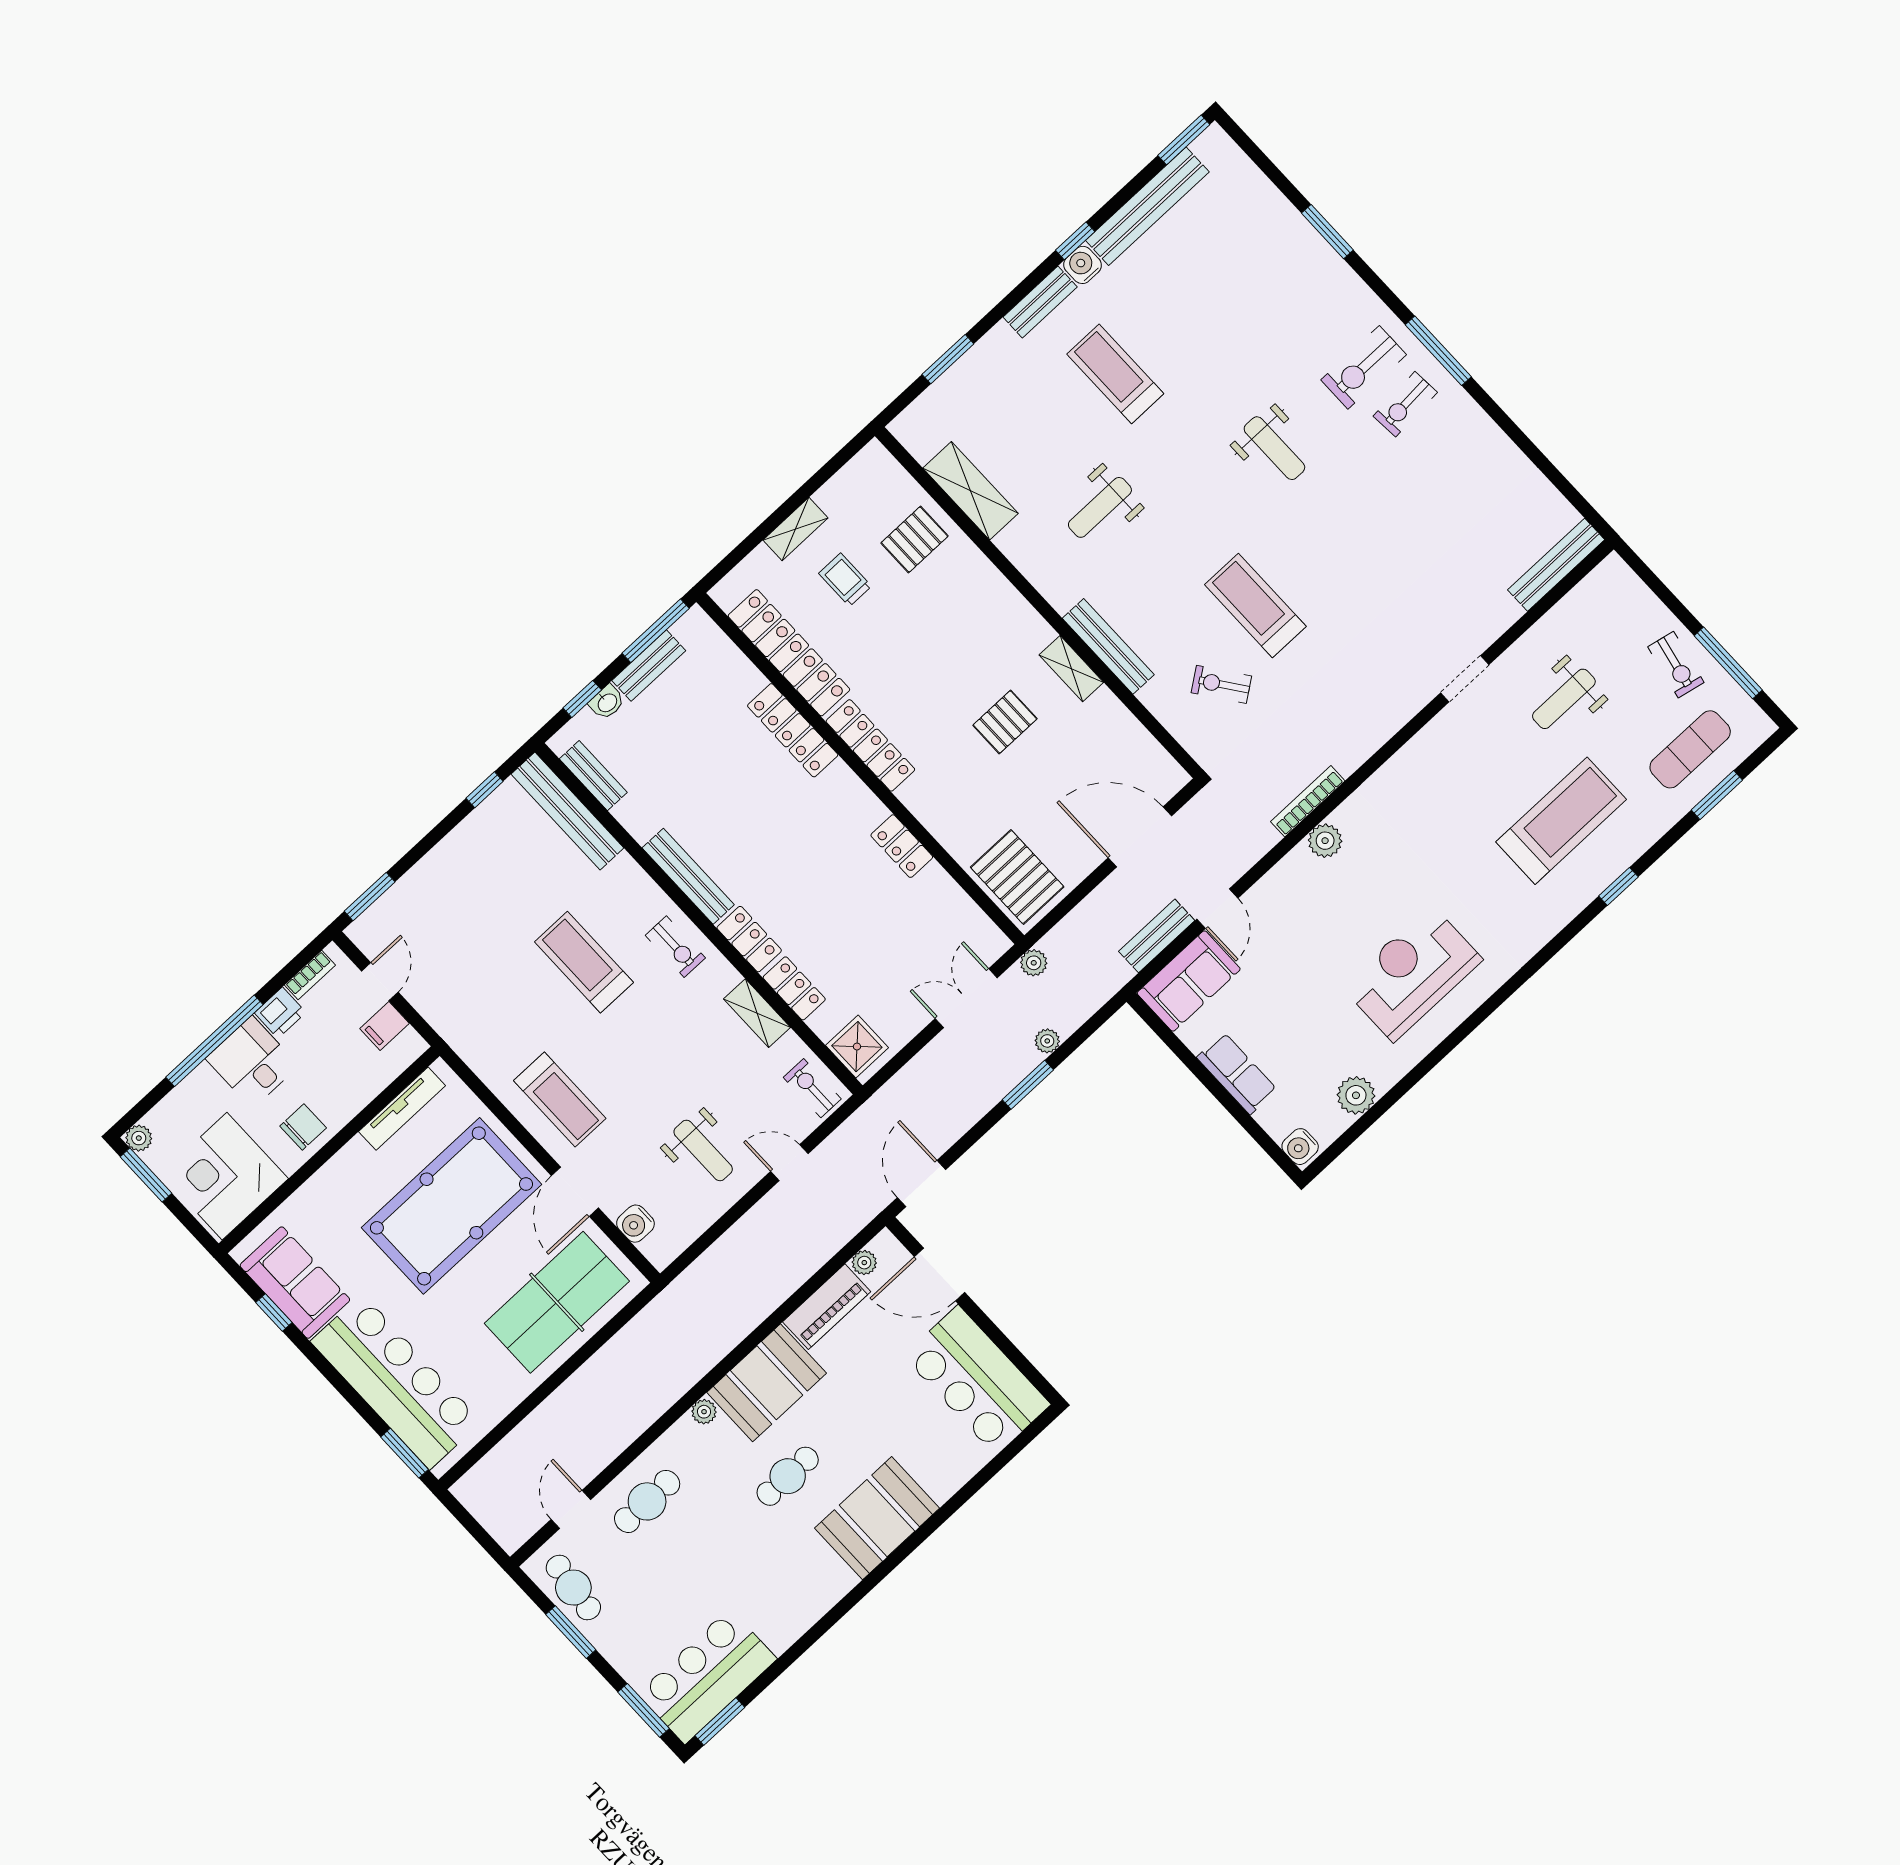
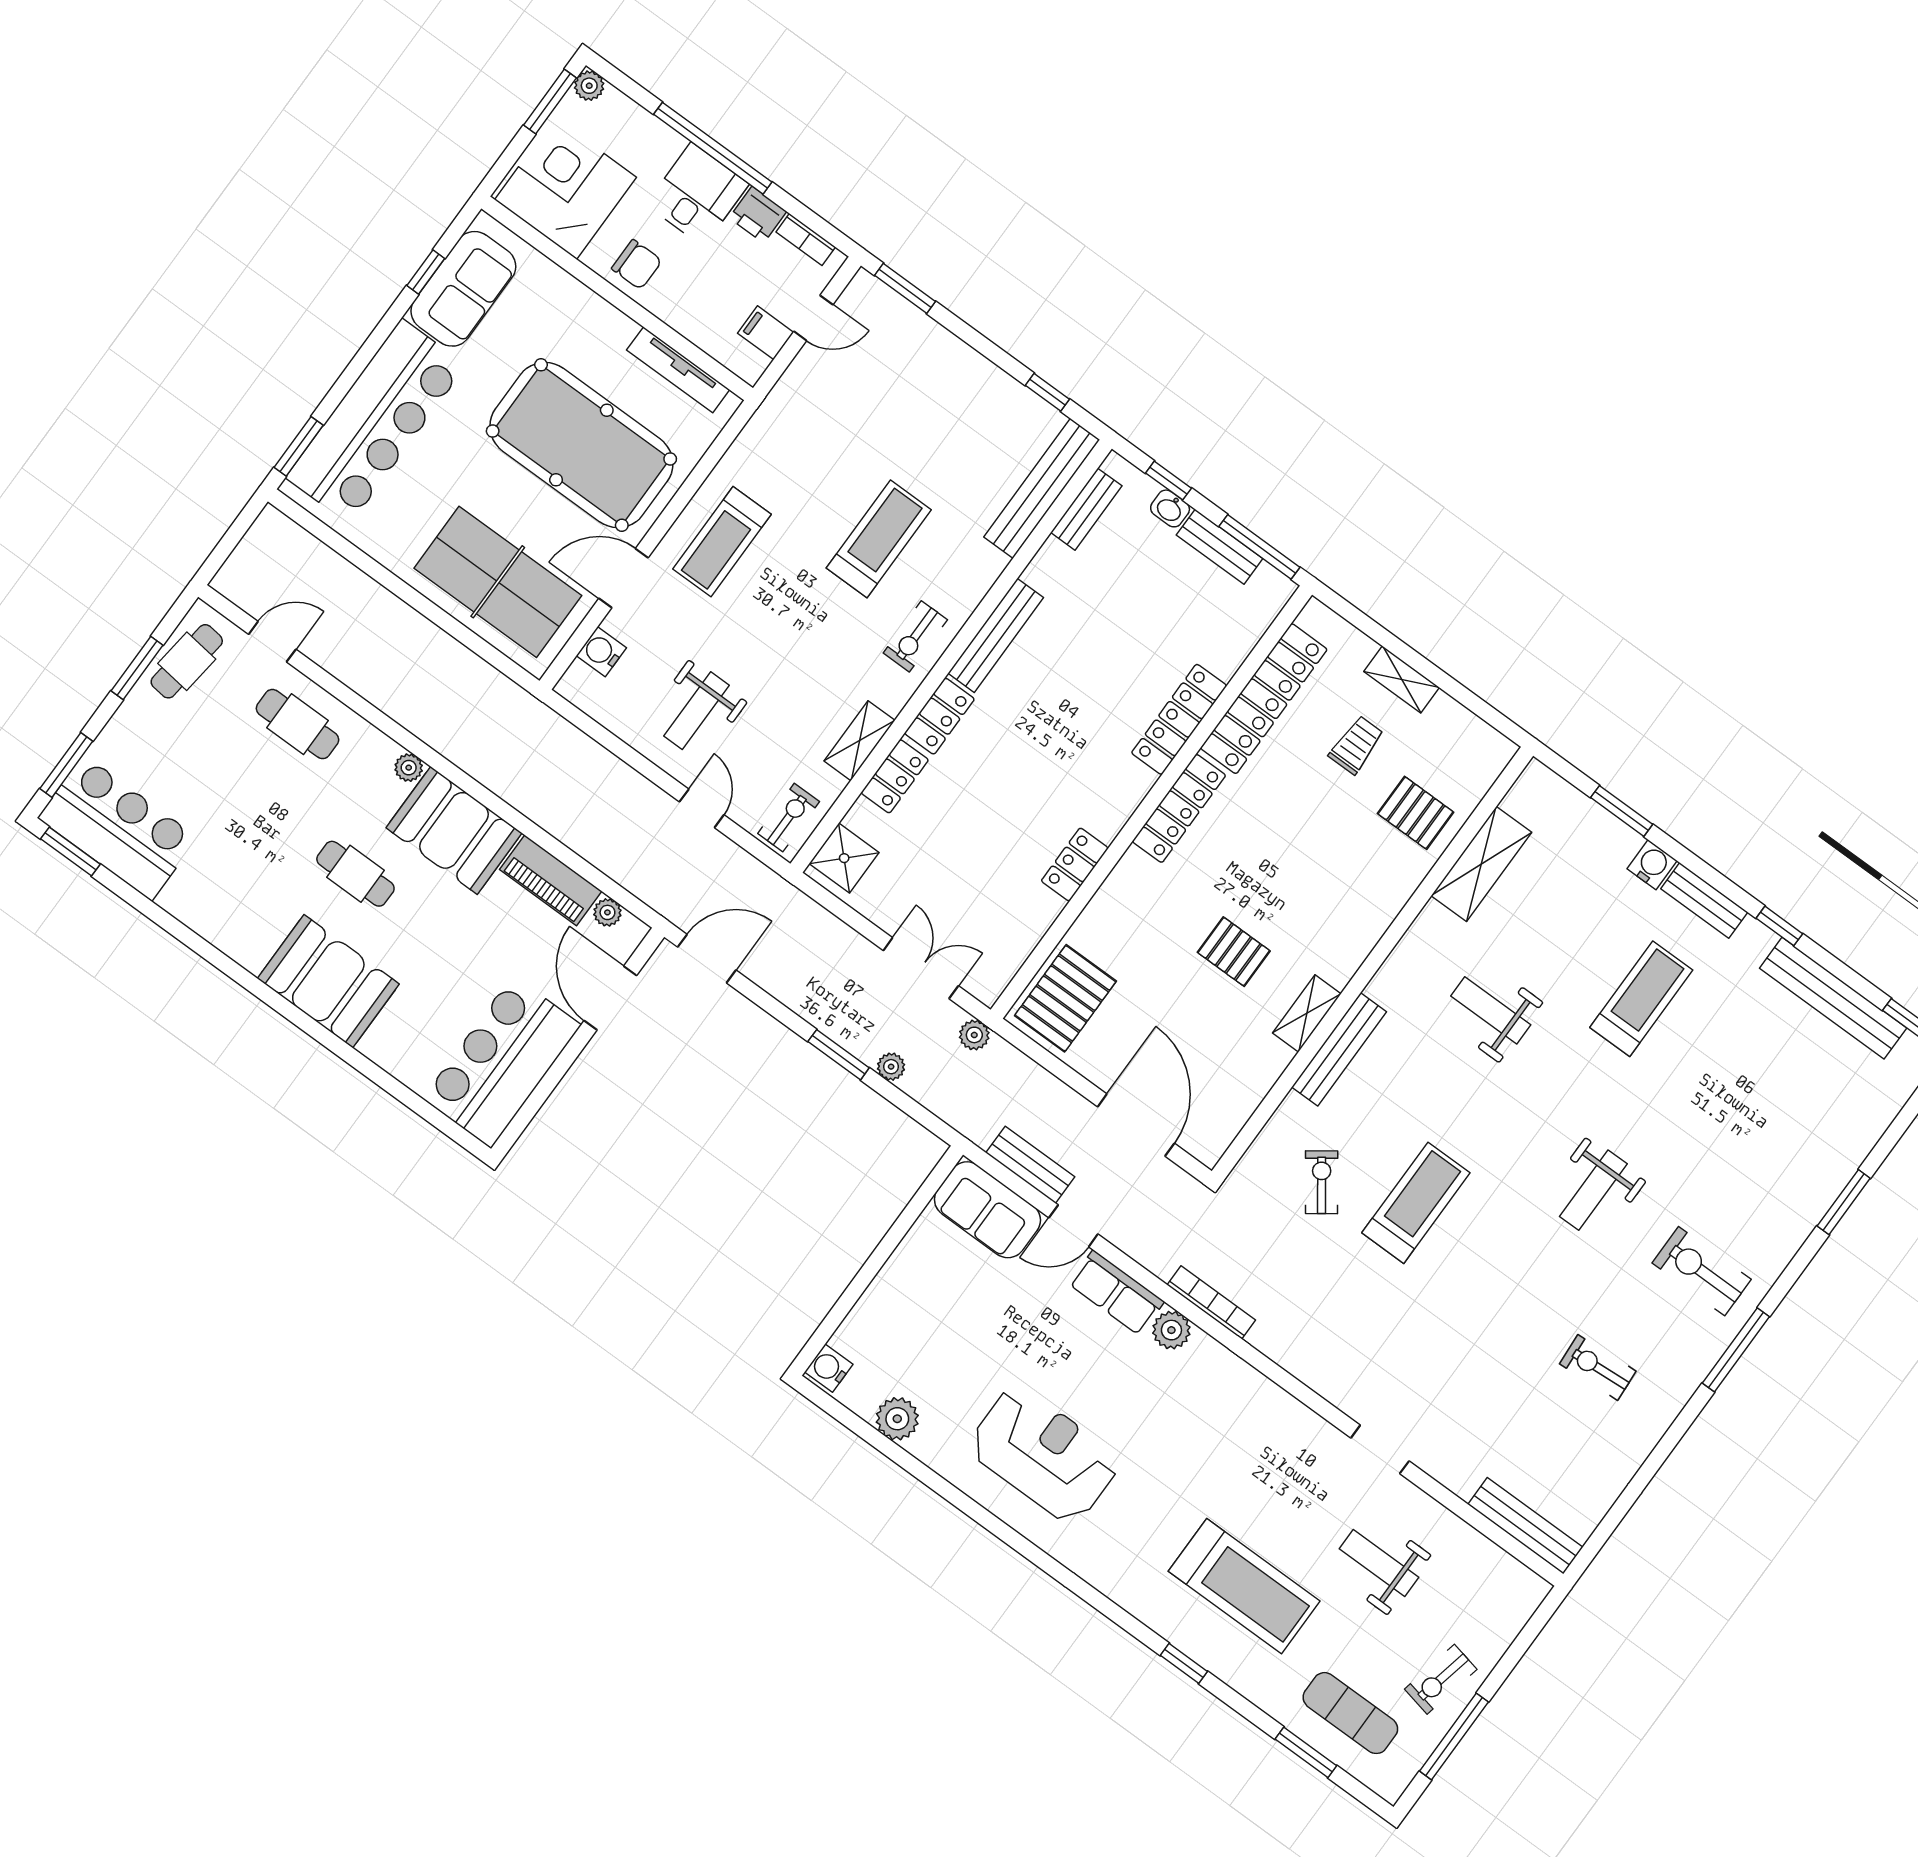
water cooler: (1083, 265) -> (1652, 865), moved
exercise bike: (1405, 404) -> (1598, 1368), moved
row of seats: (1237, 1073) -> (1116, 1293), moved, turned 90

